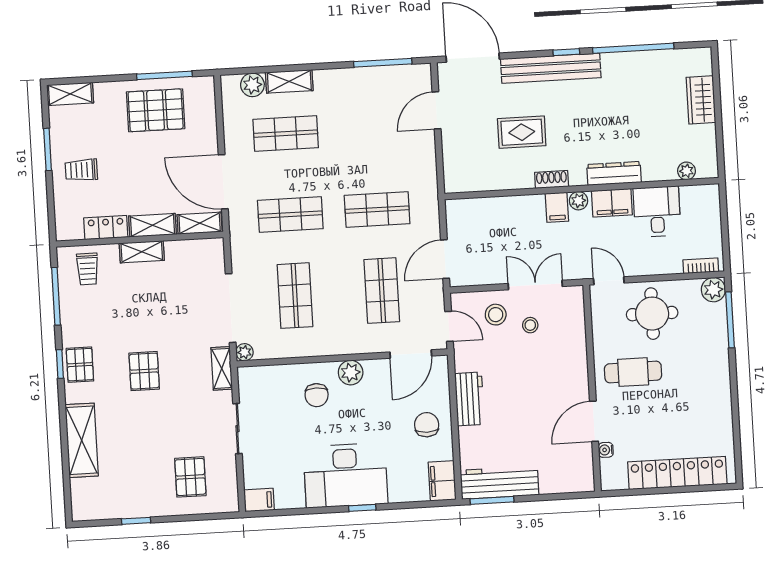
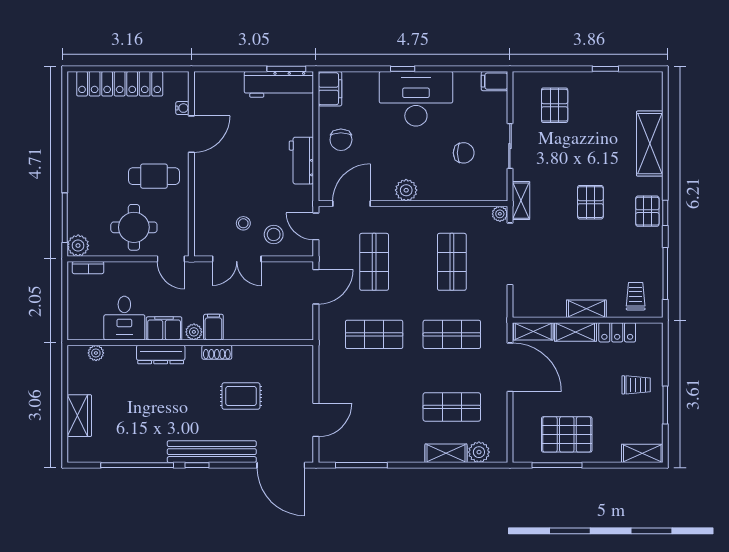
chair: (317, 395) -> (464, 153), moved, turned 90

